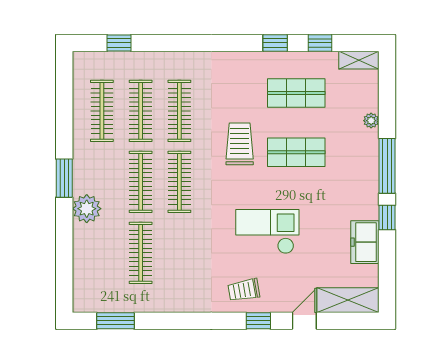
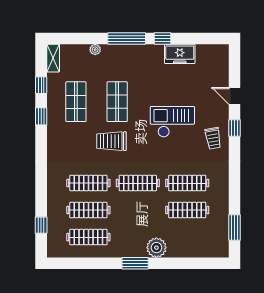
clothes rail: (141, 182) -> (187, 183), moved
checkout: (267, 232) -> (172, 122), turned 90
shelving: (348, 300) -> (220, 66), removed

